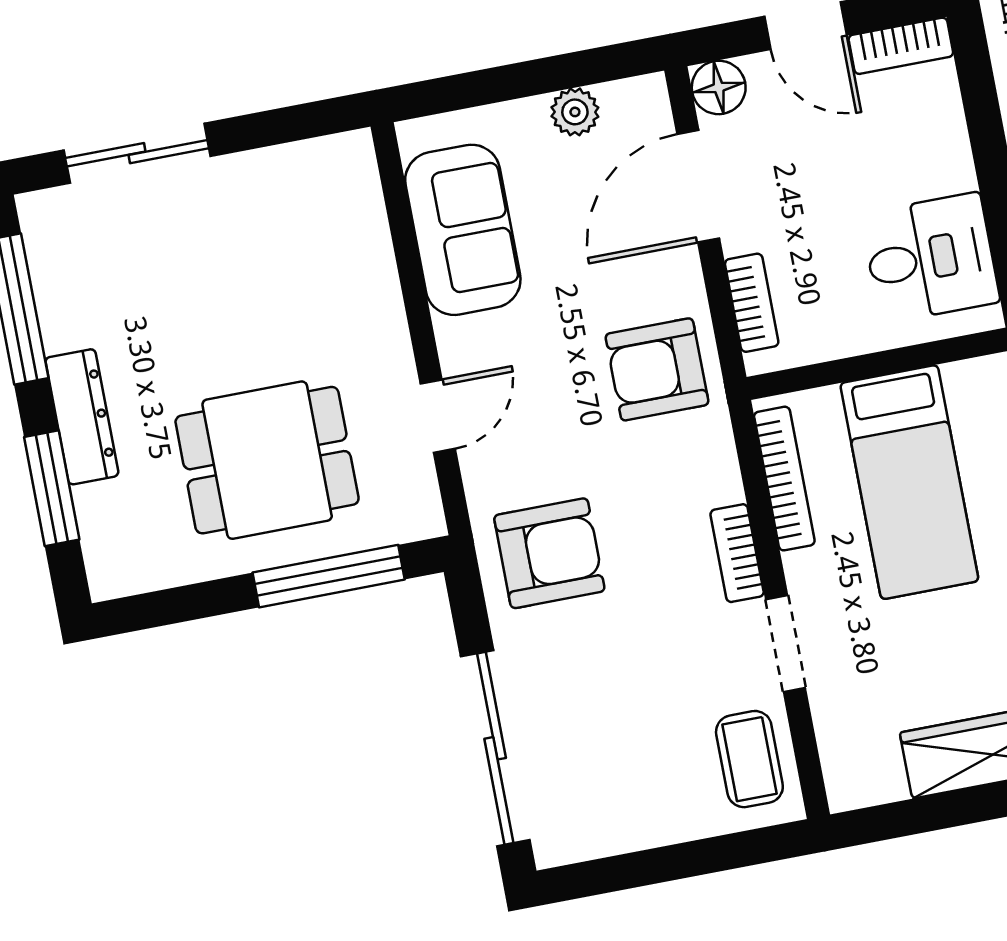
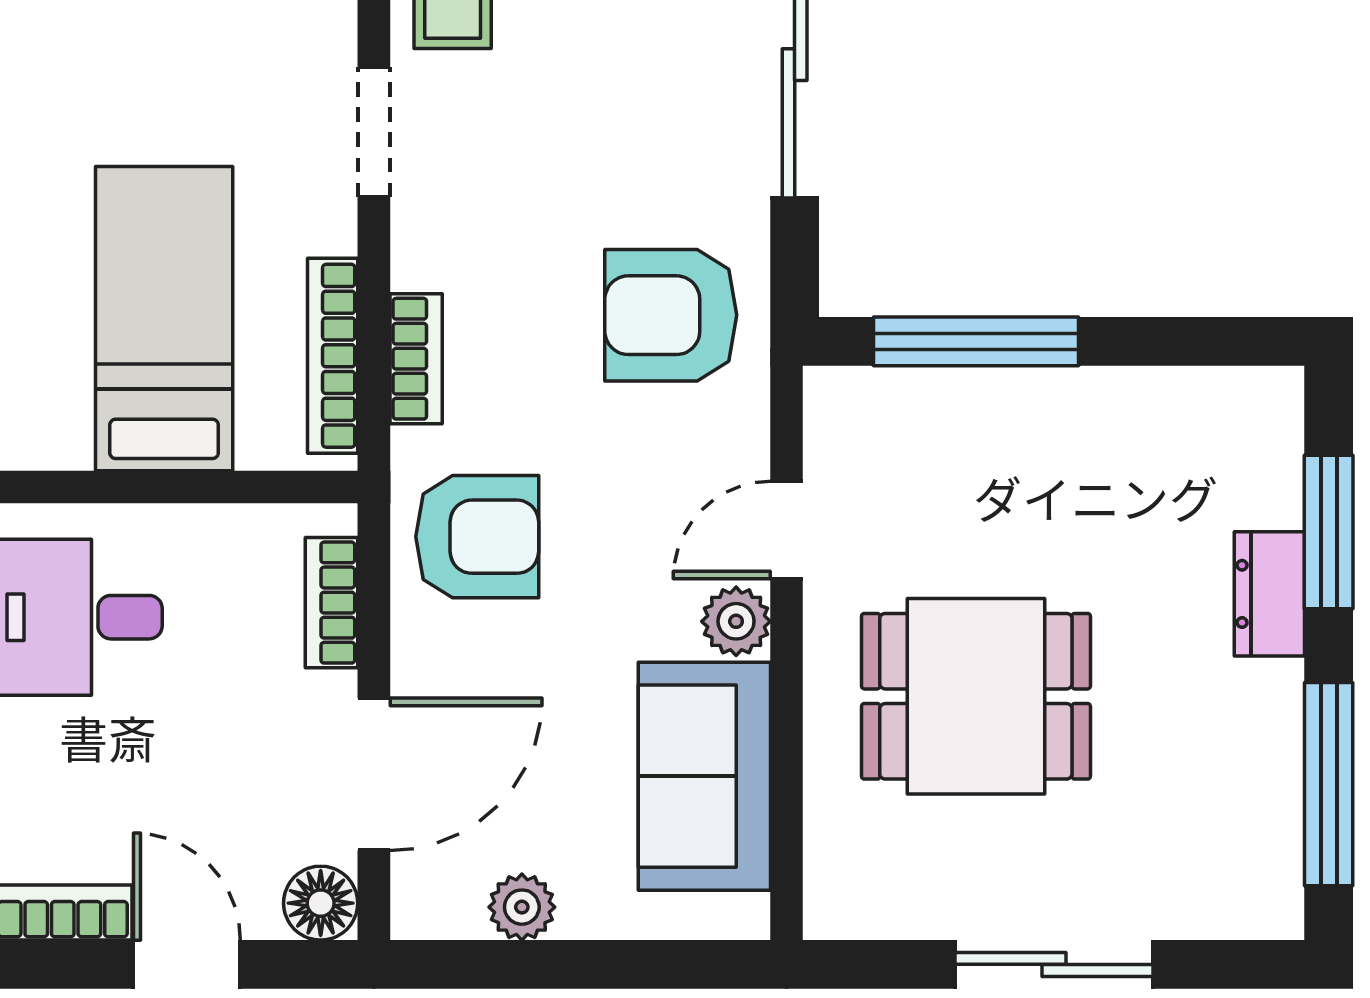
sliding door: (137, 153) -> (1054, 964), moved
plant: (461, 344) -> (736, 621), added
dresser: (82, 417) -> (1269, 594), width x0.70
dining table: (267, 460) -> (976, 696), moved
bookcase: (737, 553) -> (416, 359), moved

